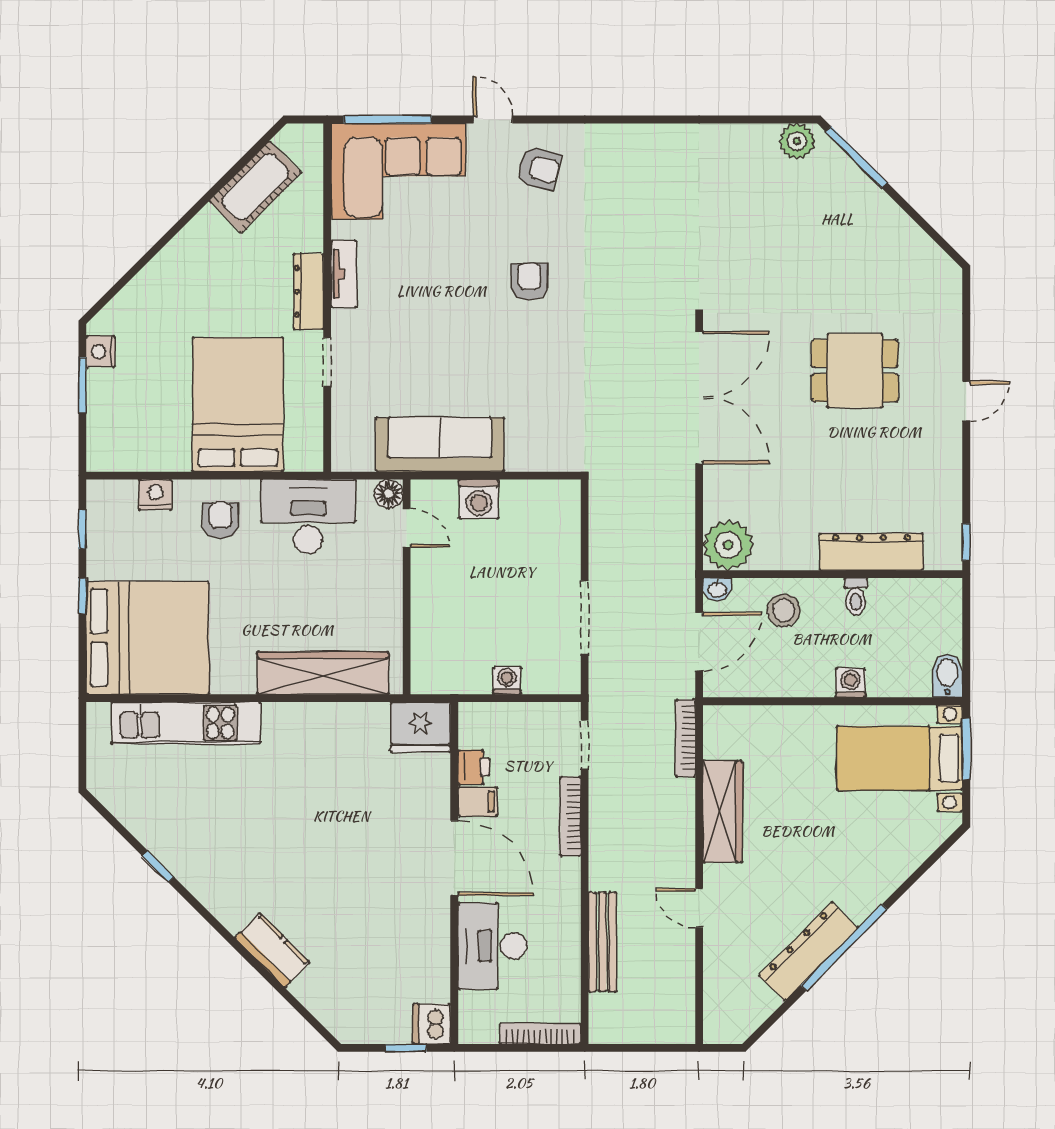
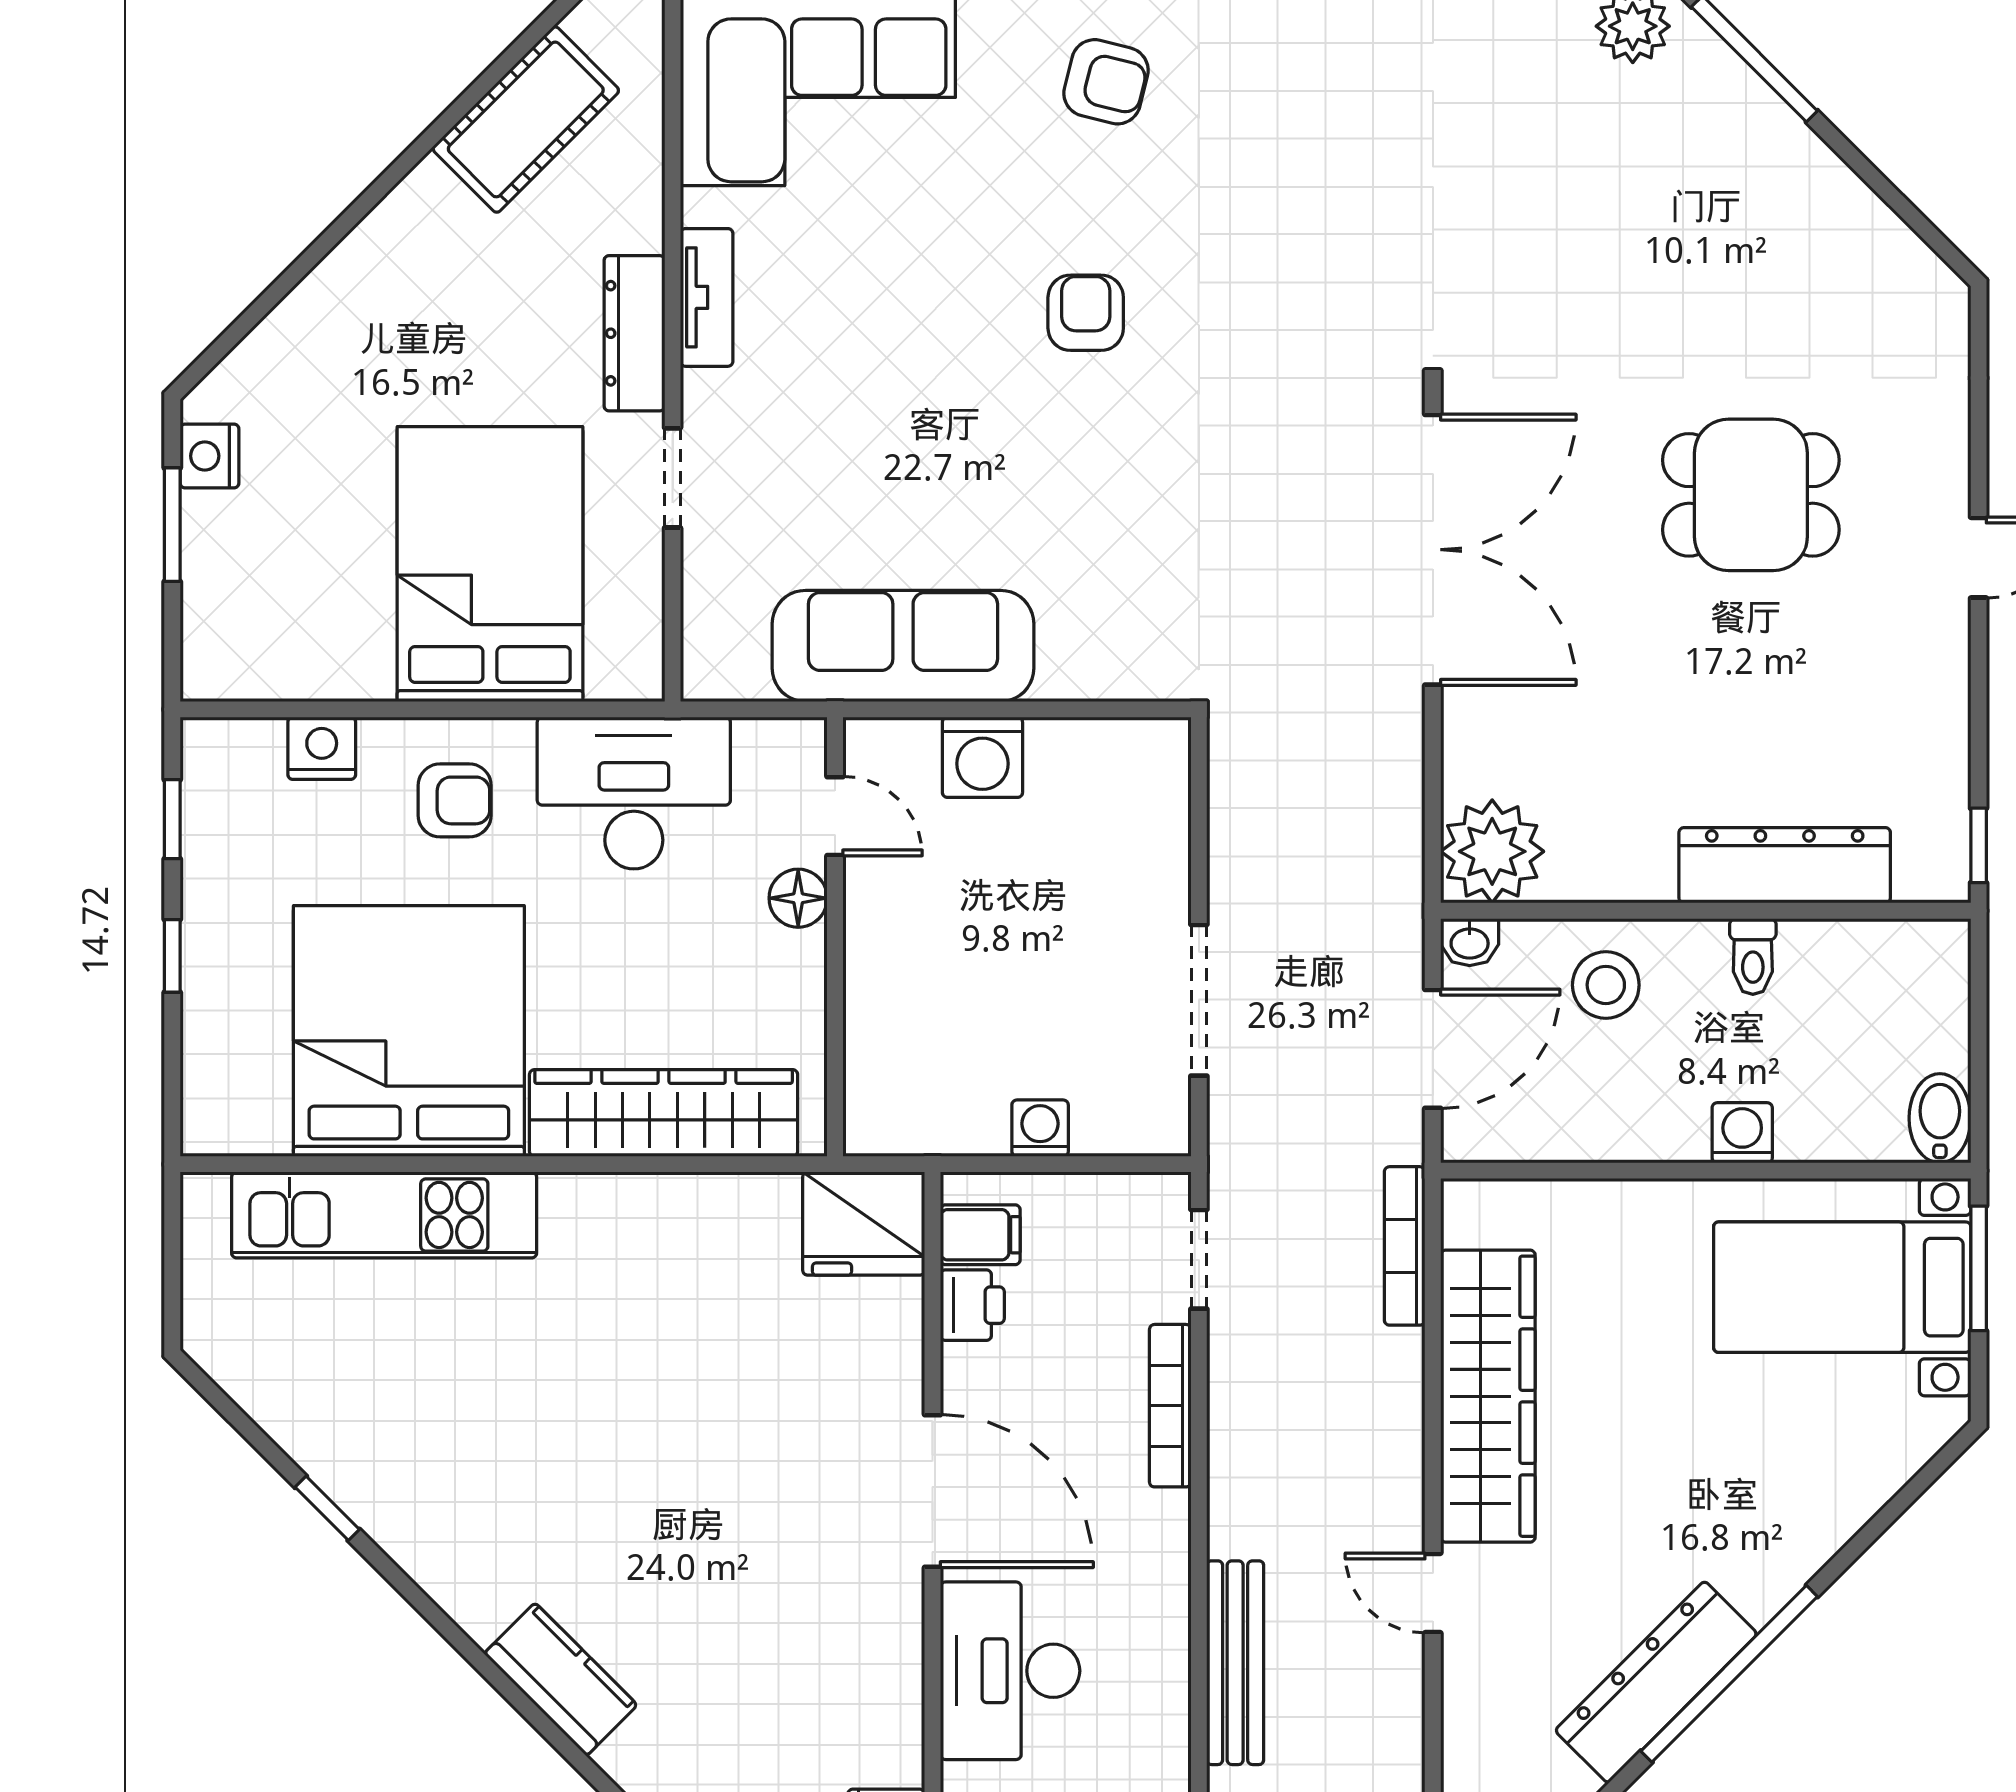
floor lamp: (389, 494) -> (798, 898), moved
armchair: (220, 520) -> (455, 800), turned 90
bed: (148, 638) -> (409, 1031), moved, turned -90
filing cabinet: (478, 802) -> (980, 1235), moved
wardrobe: (723, 812) -> (1488, 1396), width x1.40, depth x1.17

